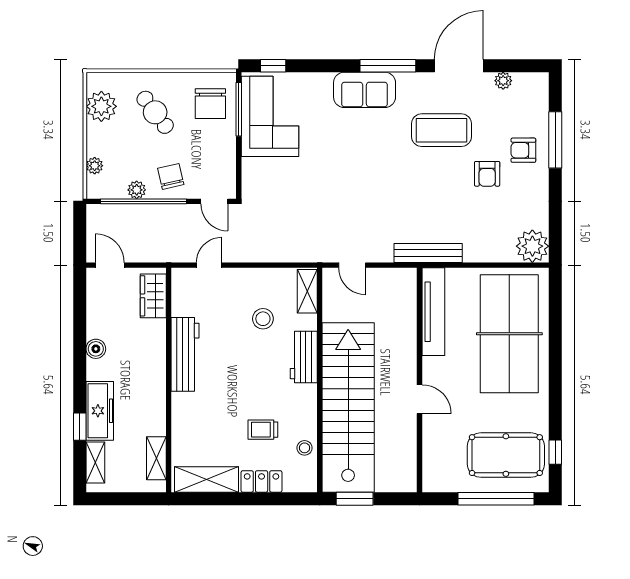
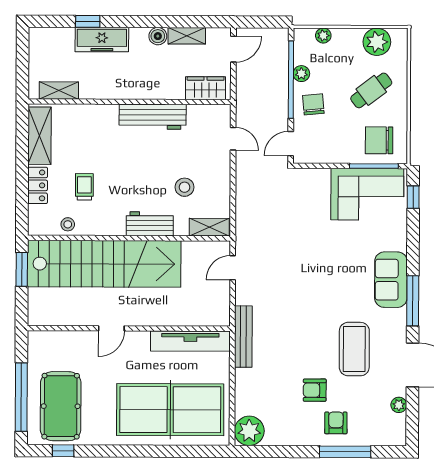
chair: (171, 176) -> (313, 104), turned -82
shelving: (95, 463) -> (187, 36), moved

